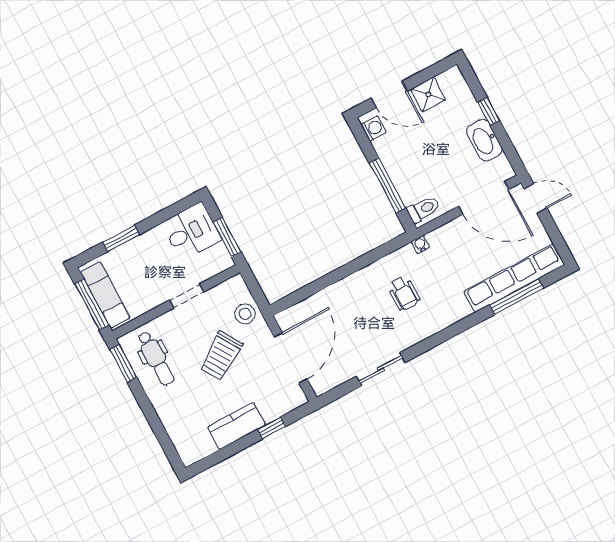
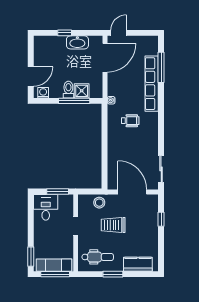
shower: (428, 94) -> (82, 91), moved
toilet: (423, 209) -> (68, 90), moved
window: (121, 238) -> (31, 257), moved
row of seats: (514, 278) -> (152, 84), moved
trolley: (221, 356) -> (113, 225), turned 123
window: (123, 364) -> (113, 274), moved
sliding door: (381, 369) -> (161, 169), moved
kitchen counter: (236, 426) -> (138, 264), moved, turned 90

